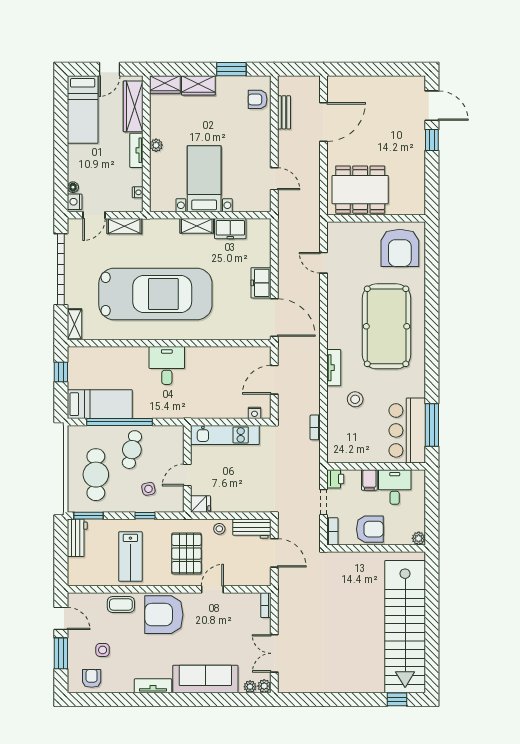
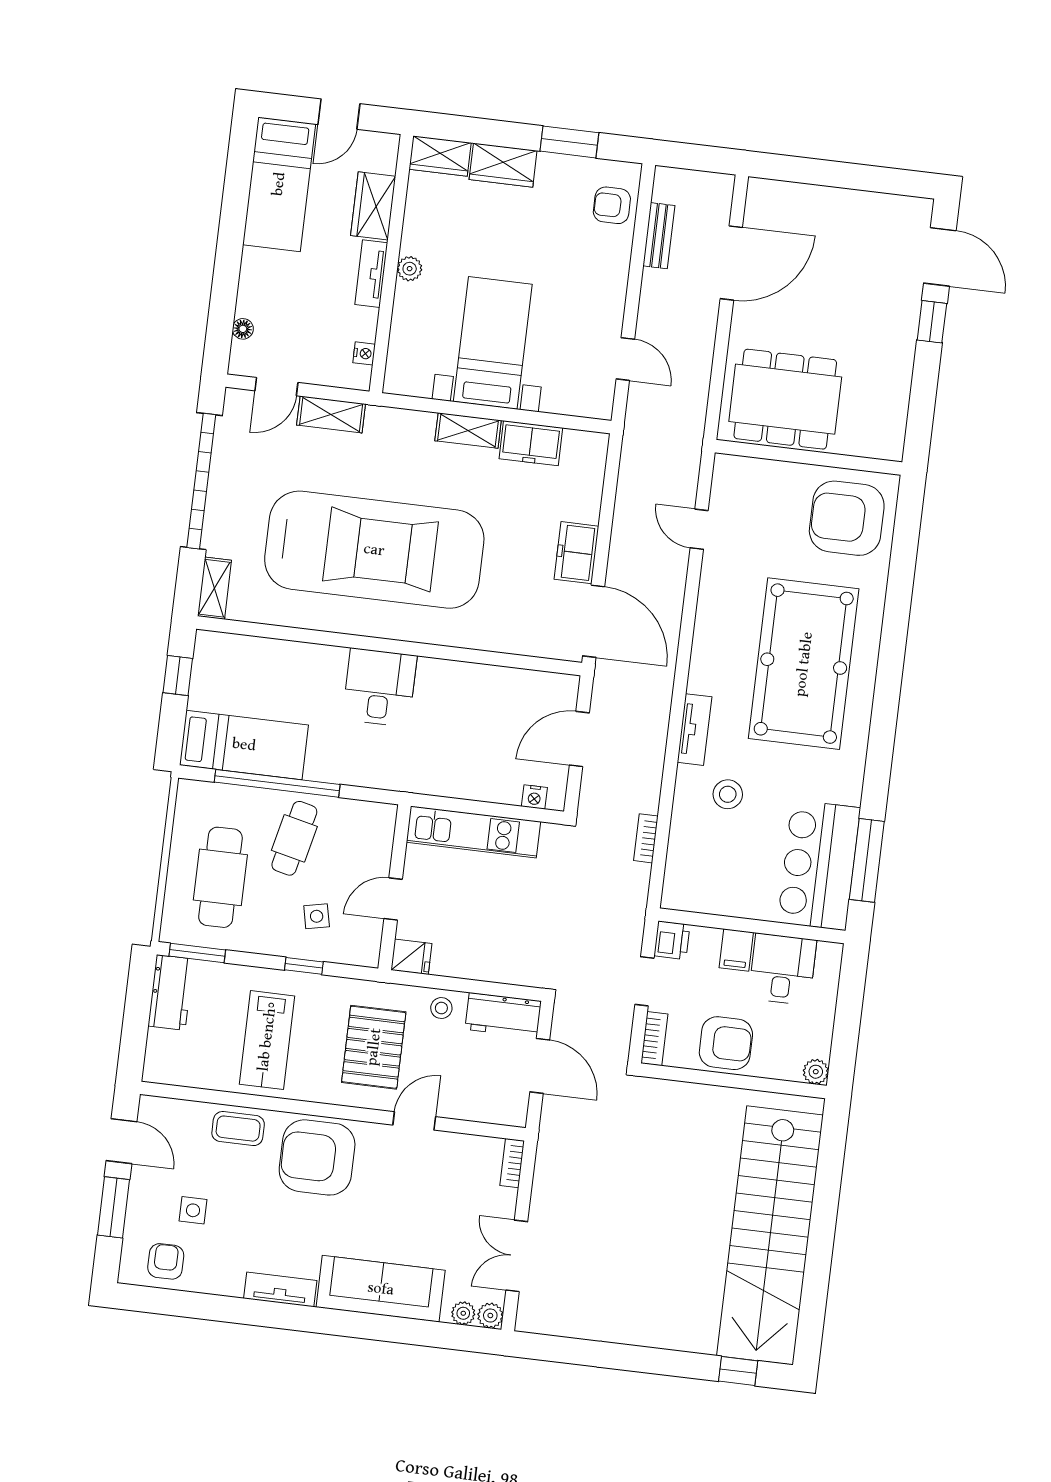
wardrobe: (133, 106) -> (373, 206), width x0.67
nightstand: (75, 202) -> (243, 357), removed
armchair: (400, 248) -> (847, 518), turned 90

